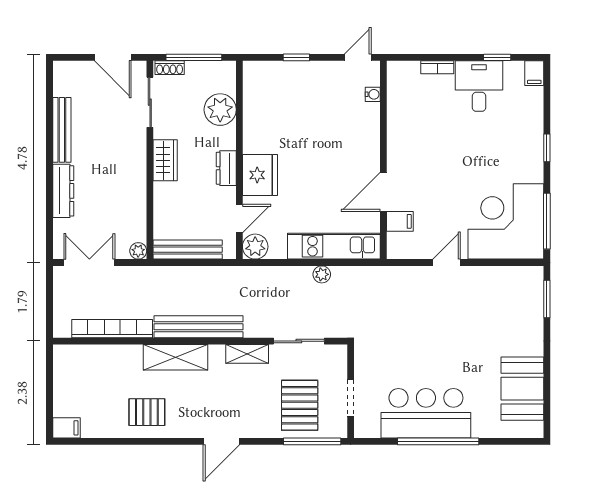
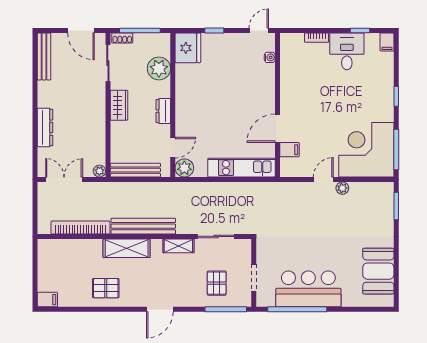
bench: (62, 130) -> (44, 57), moved
fridge: (260, 175) -> (188, 48), moved
plant: (322, 274) -> (342, 188), moved
pallet: (300, 405) -> (217, 283), width x0.67, depth x0.71
window: (438, 441) -> (297, 309), moved

